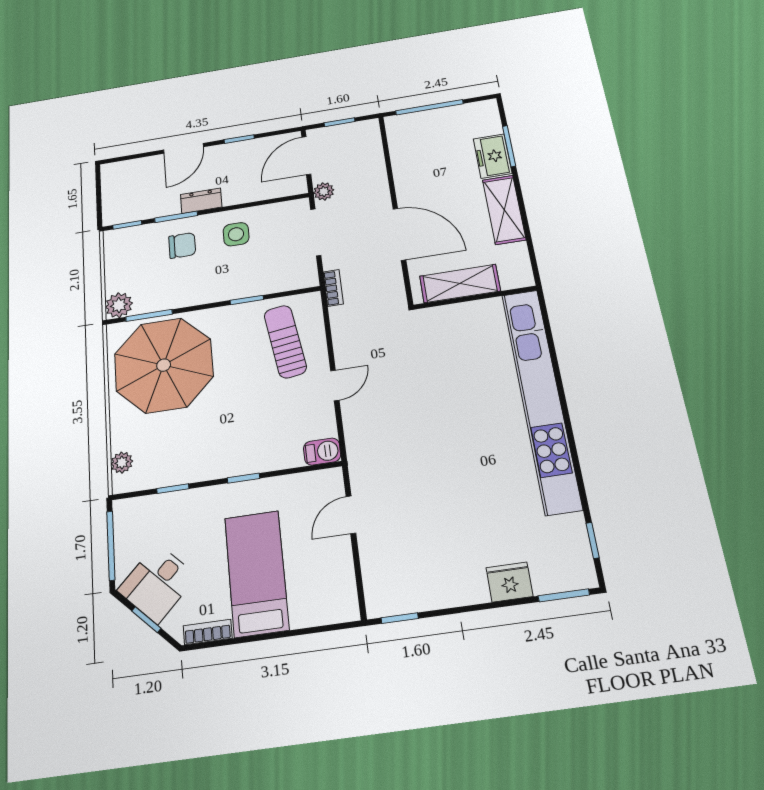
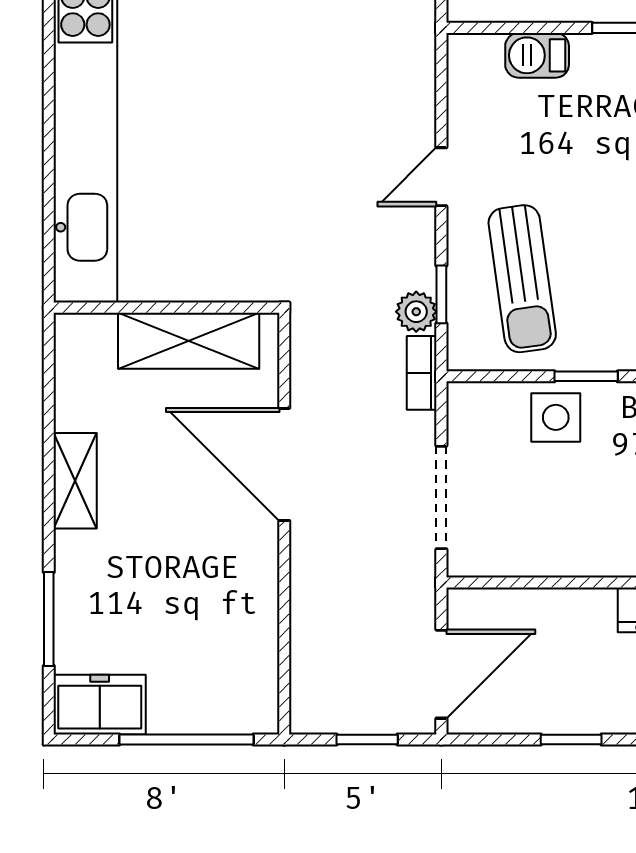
freezer: (493, 156) -> (100, 705), moved, turned -90
plant: (324, 191) -> (416, 312), moved
shelving: (504, 210) -> (75, 481), width x0.67, depth x0.75
side table: (236, 234) -> (556, 417), moved
window: (328, 327) -> (441, 294), added
barbecue: (322, 452) -> (537, 55), moved

